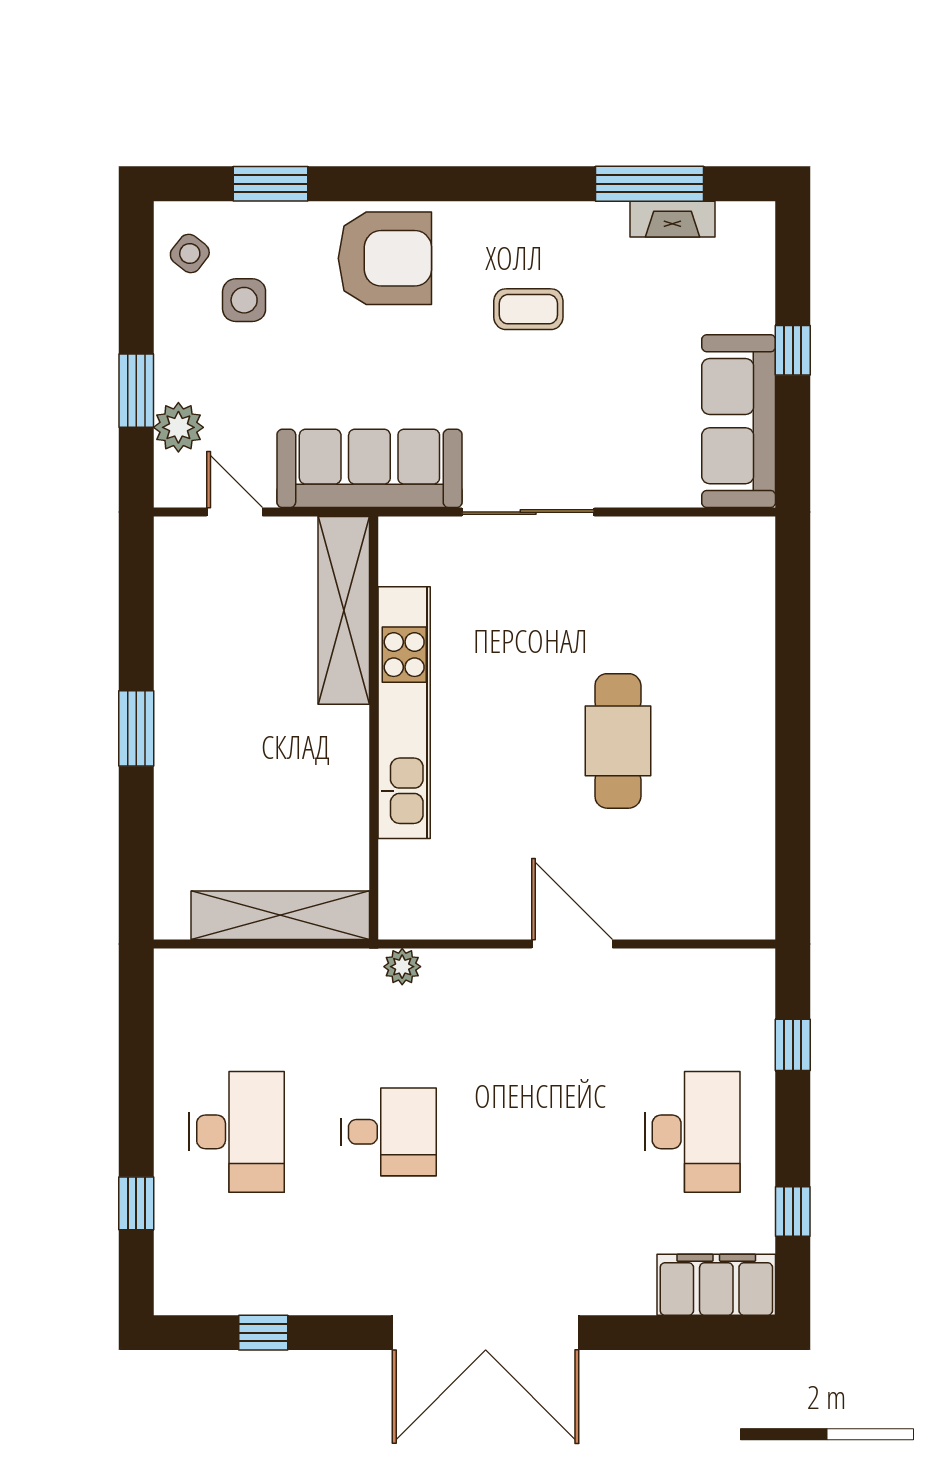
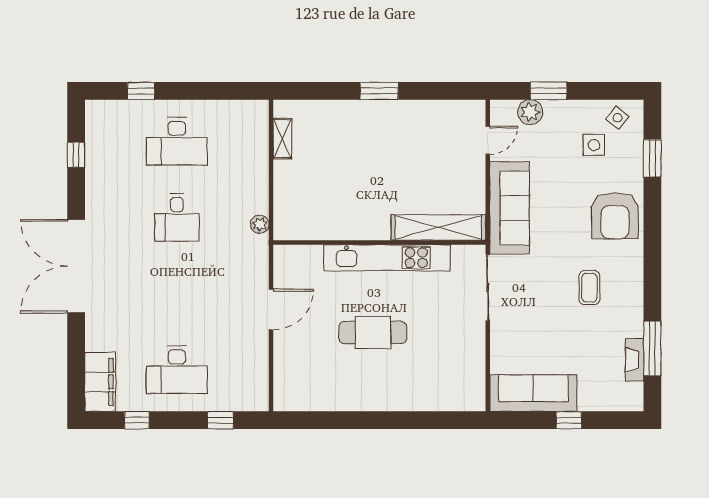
shelving: (344, 610) -> (438, 228), moved
kitchen unit: (404, 713) -> (387, 258), moved
wall: (374, 728) -> (379, 243), moved
shelving: (280, 915) -> (282, 139), width x0.45, depth x0.75

